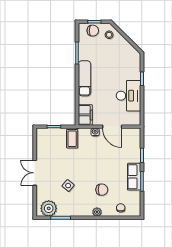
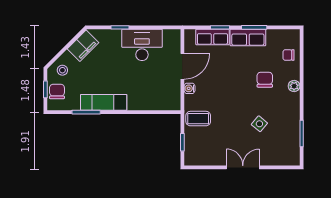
exam couch: (84, 78) -> (104, 102), moved
filing cabinet: (85, 115) -> (83, 46), moved, turned 135
row of seats: (134, 150) -> (212, 37), added
double door: (35, 173) -> (243, 167), swing flipped
plant: (49, 208) -> (289, 149), removed

